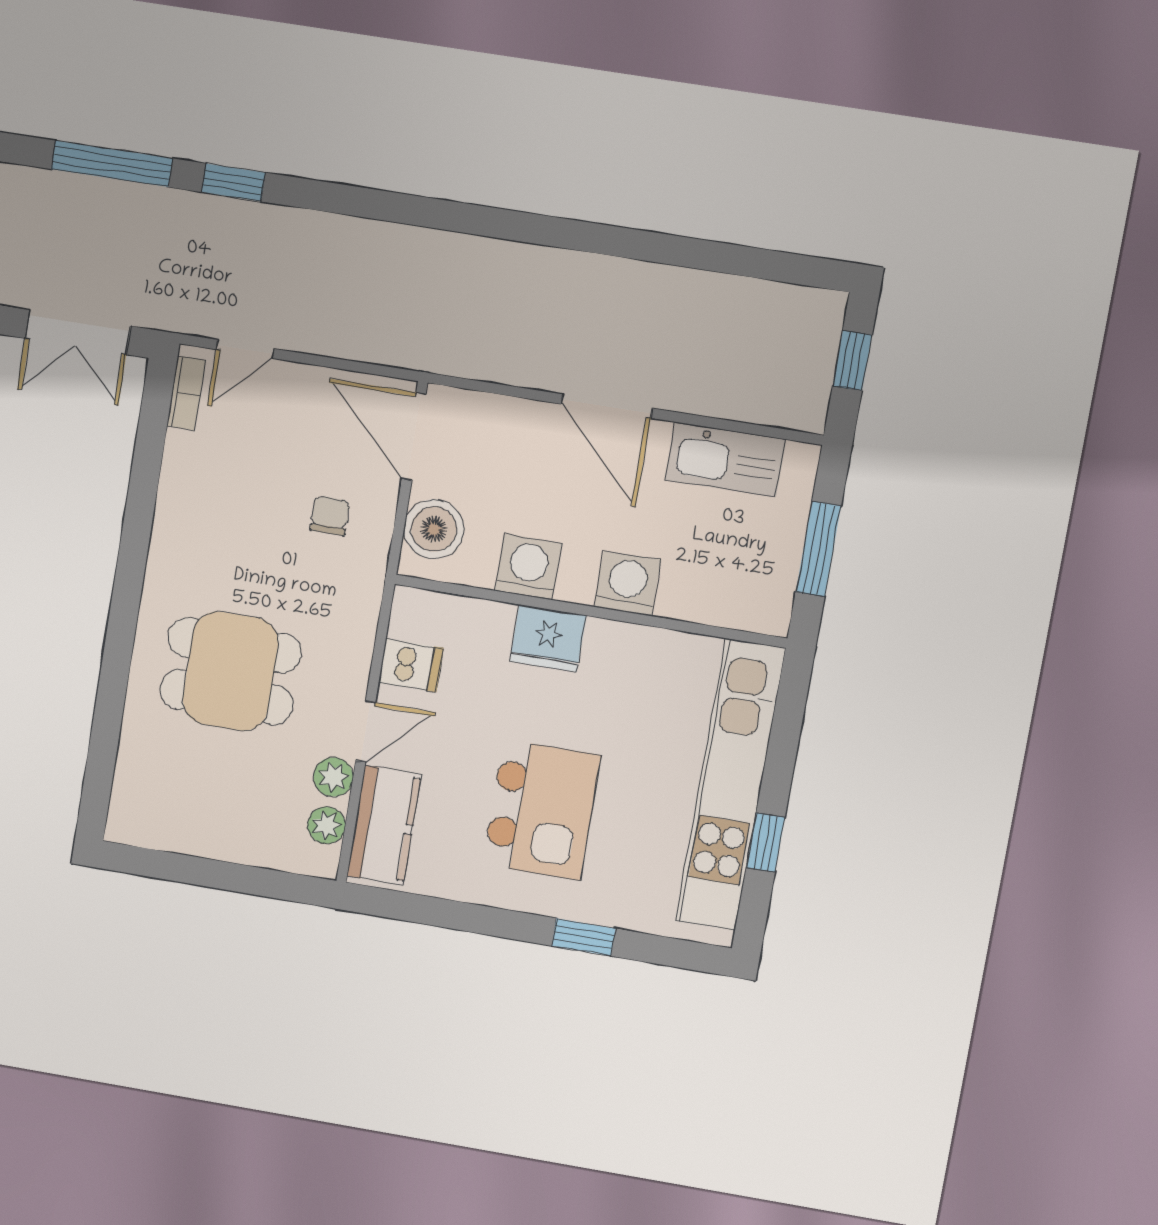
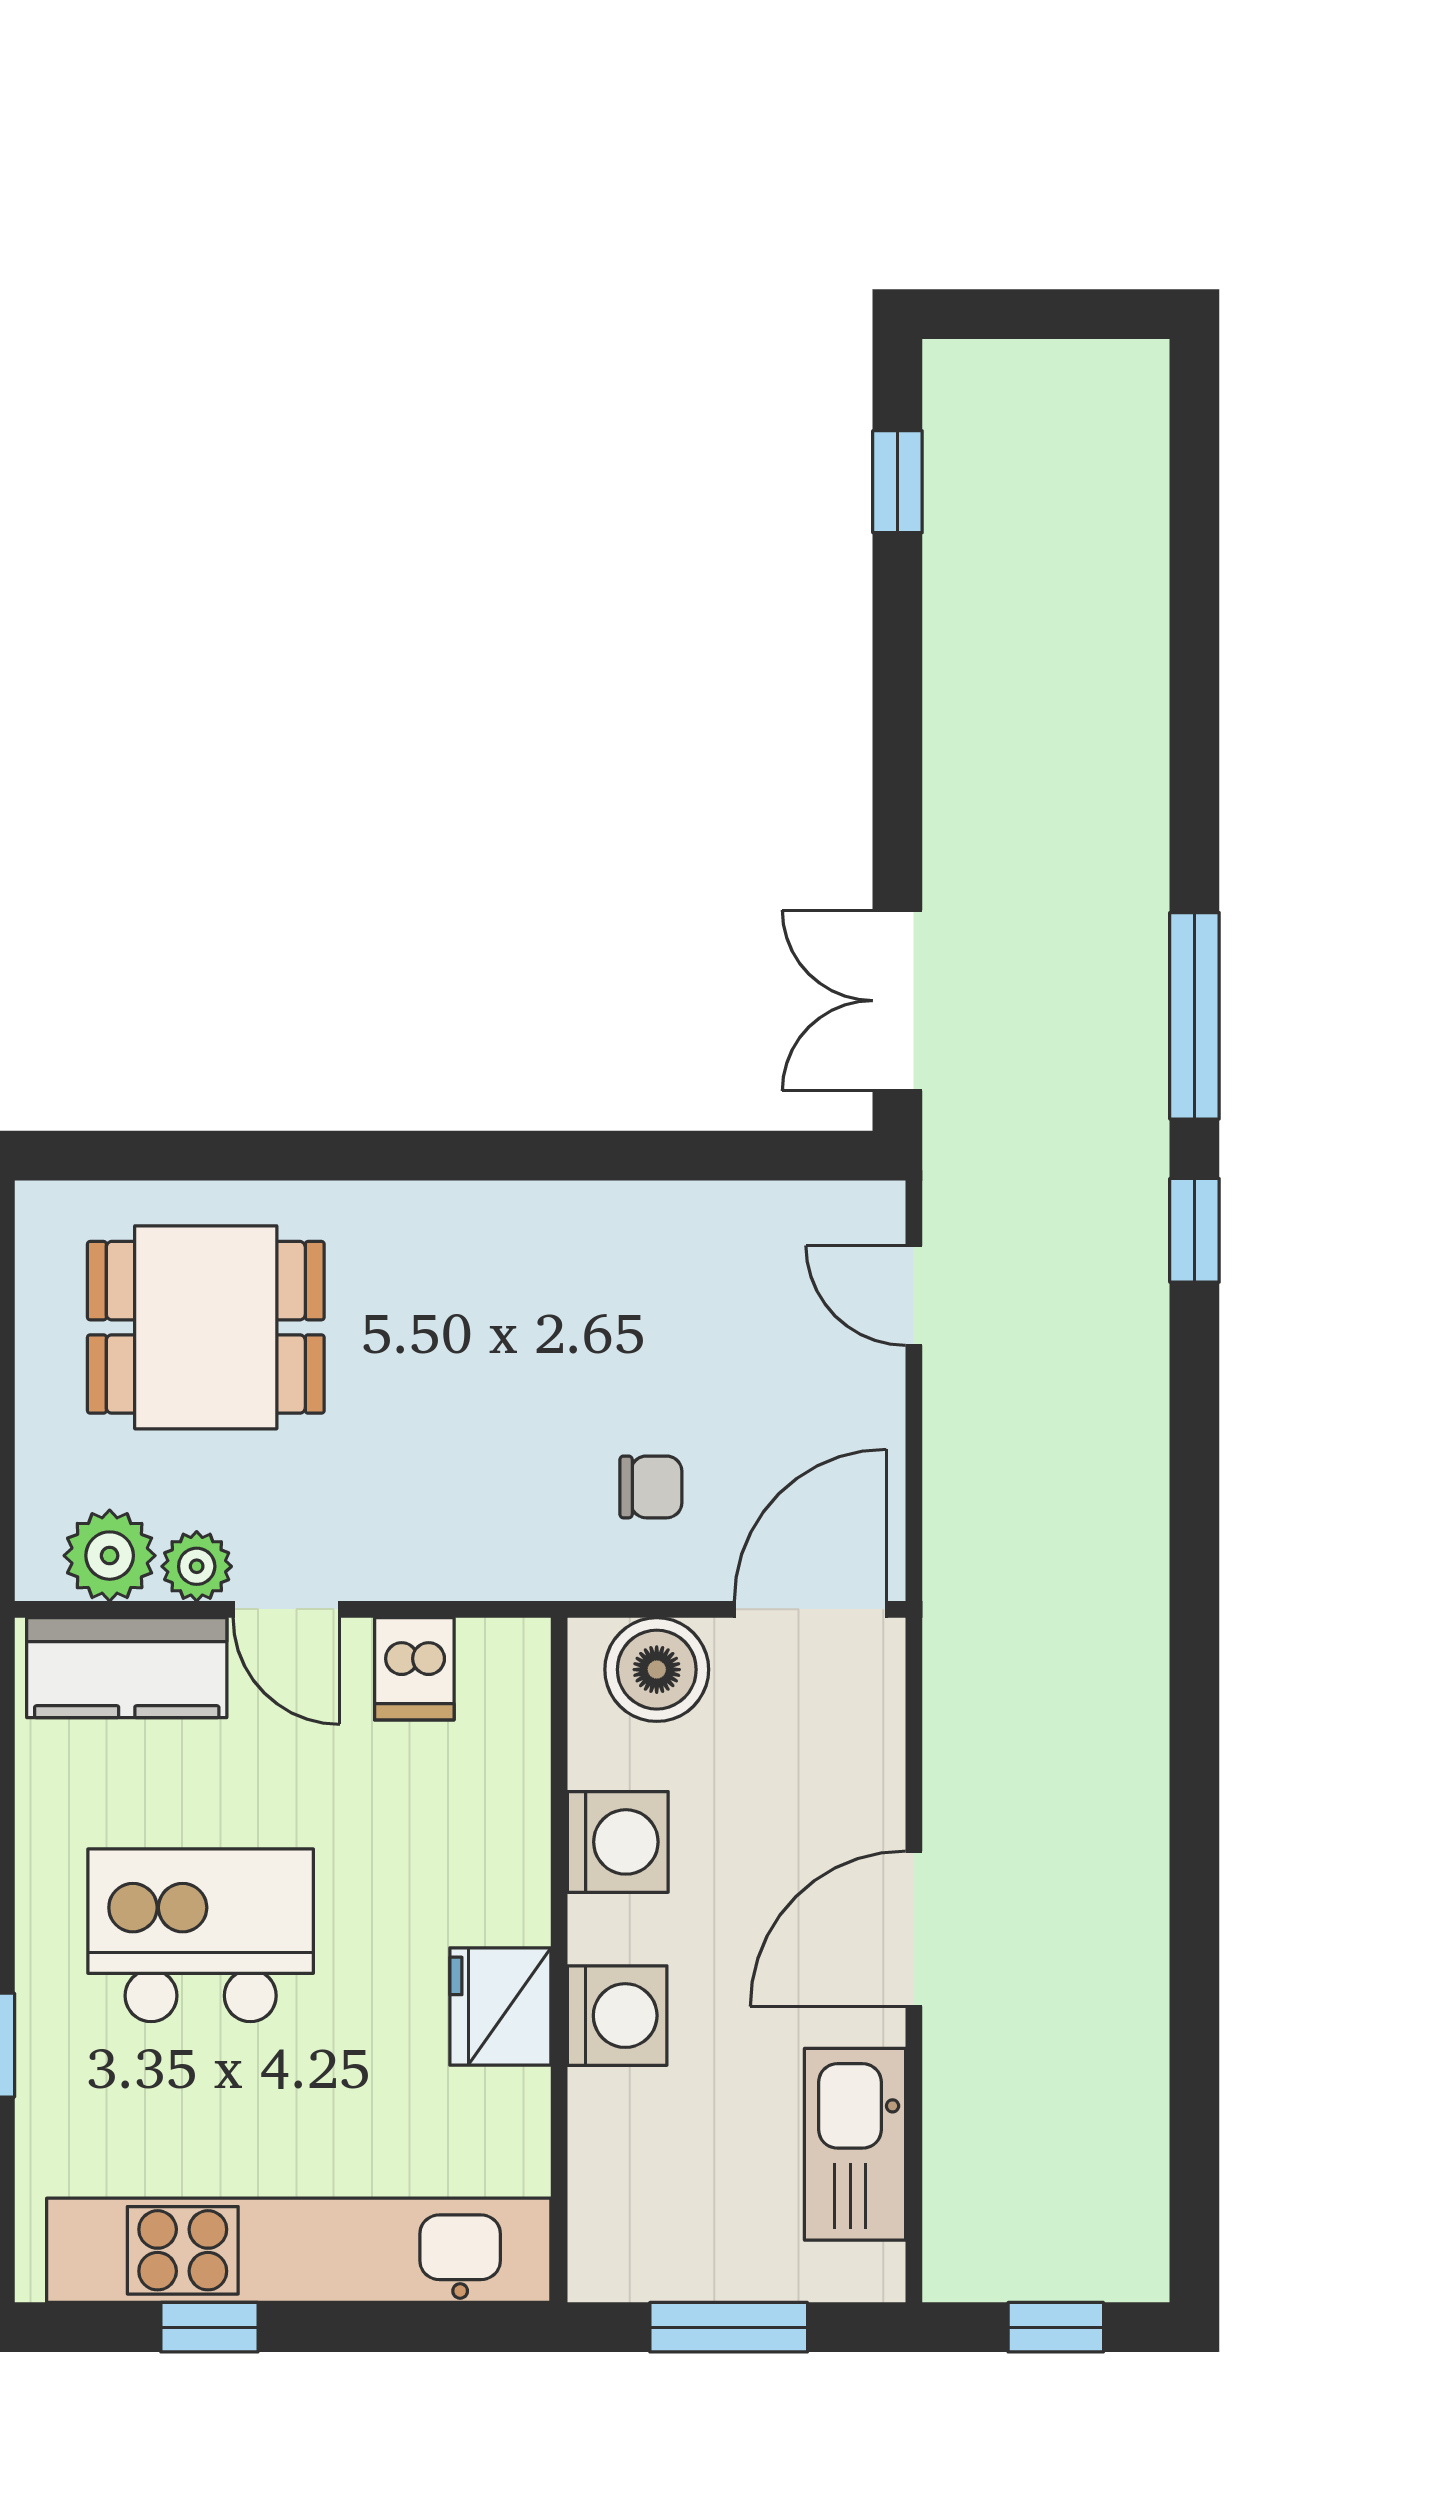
bookcase: (186, 393) -> (822, 1205), removed
fridge: (548, 638) -> (500, 2006), moved
dining table: (230, 671) -> (206, 1327), moved, turned 90
kitchen island: (542, 810) -> (201, 1935), turned 180
plant: (326, 825) -> (110, 1556), width x1.38, depth x1.38

